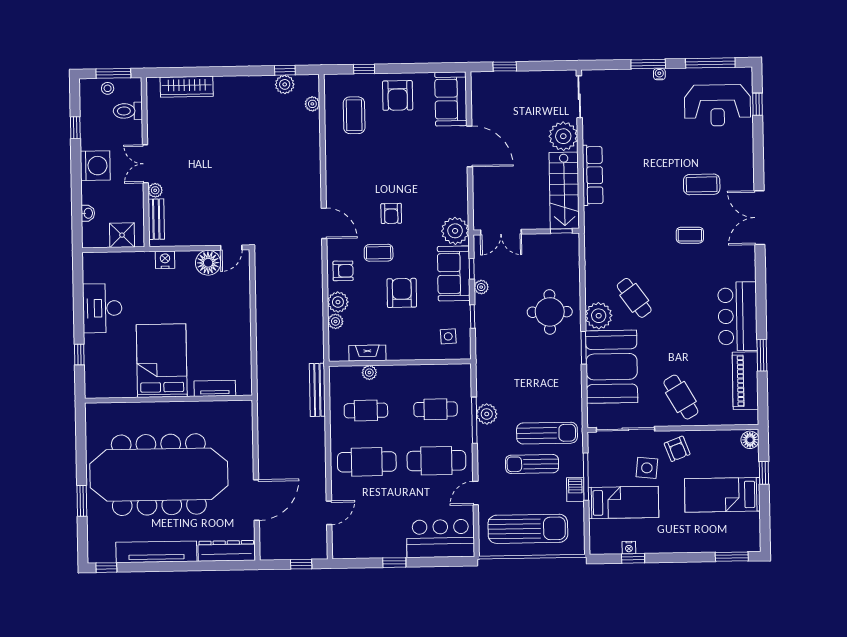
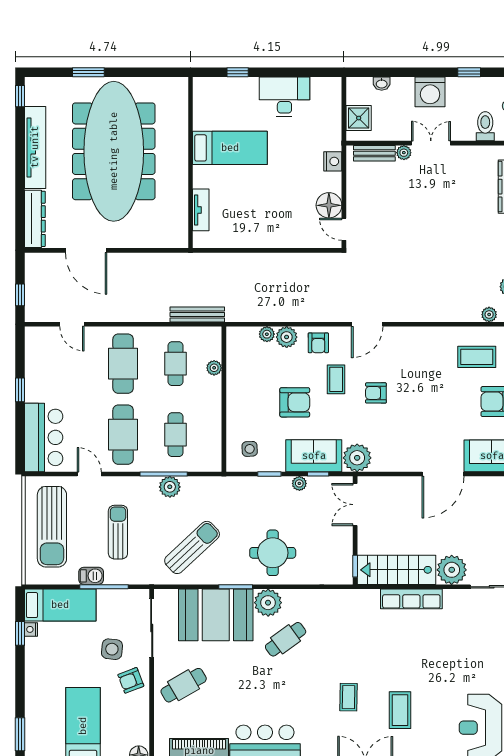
fireplace: (367, 353) -> (234, 366), removed
bed: (162, 361) -> (230, 148), width x0.67
sun lounger: (547, 433) -> (192, 547), moved, turned -133
bed: (623, 502) -> (60, 605), moved, turned -90

